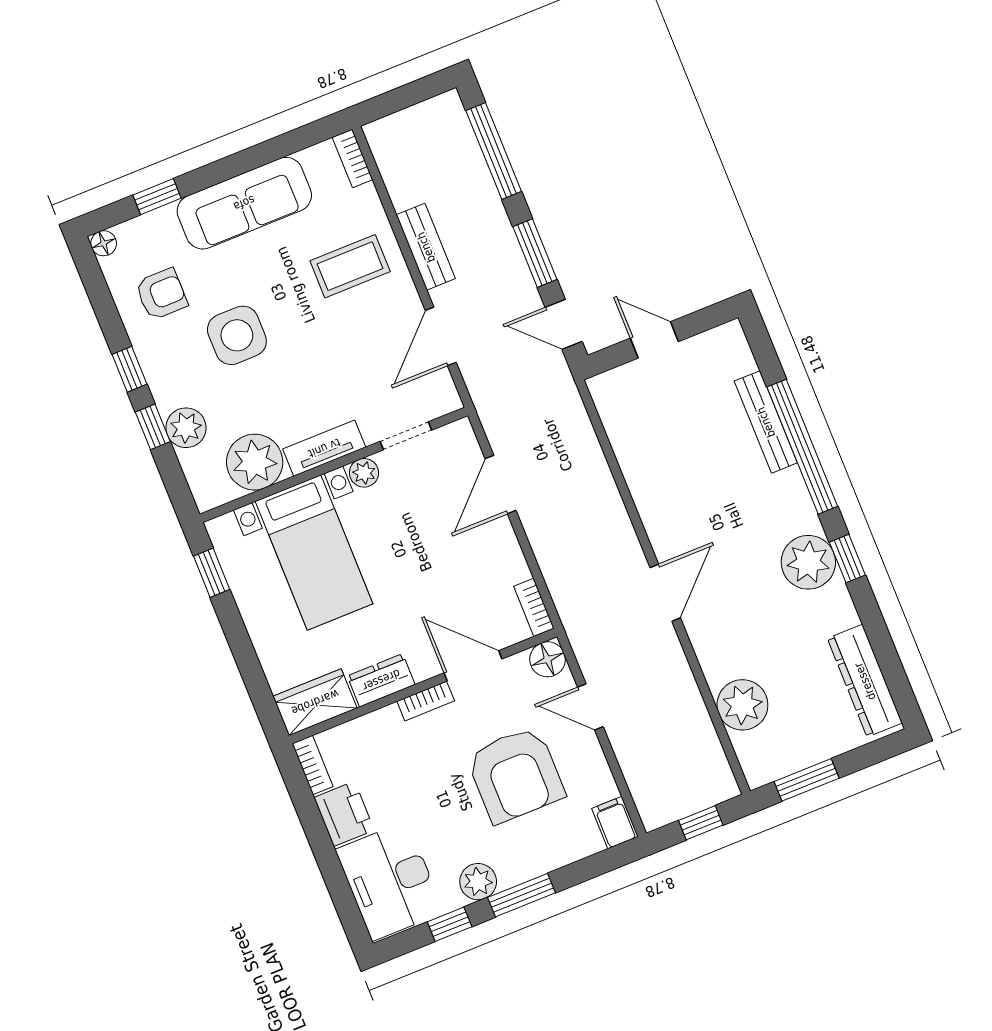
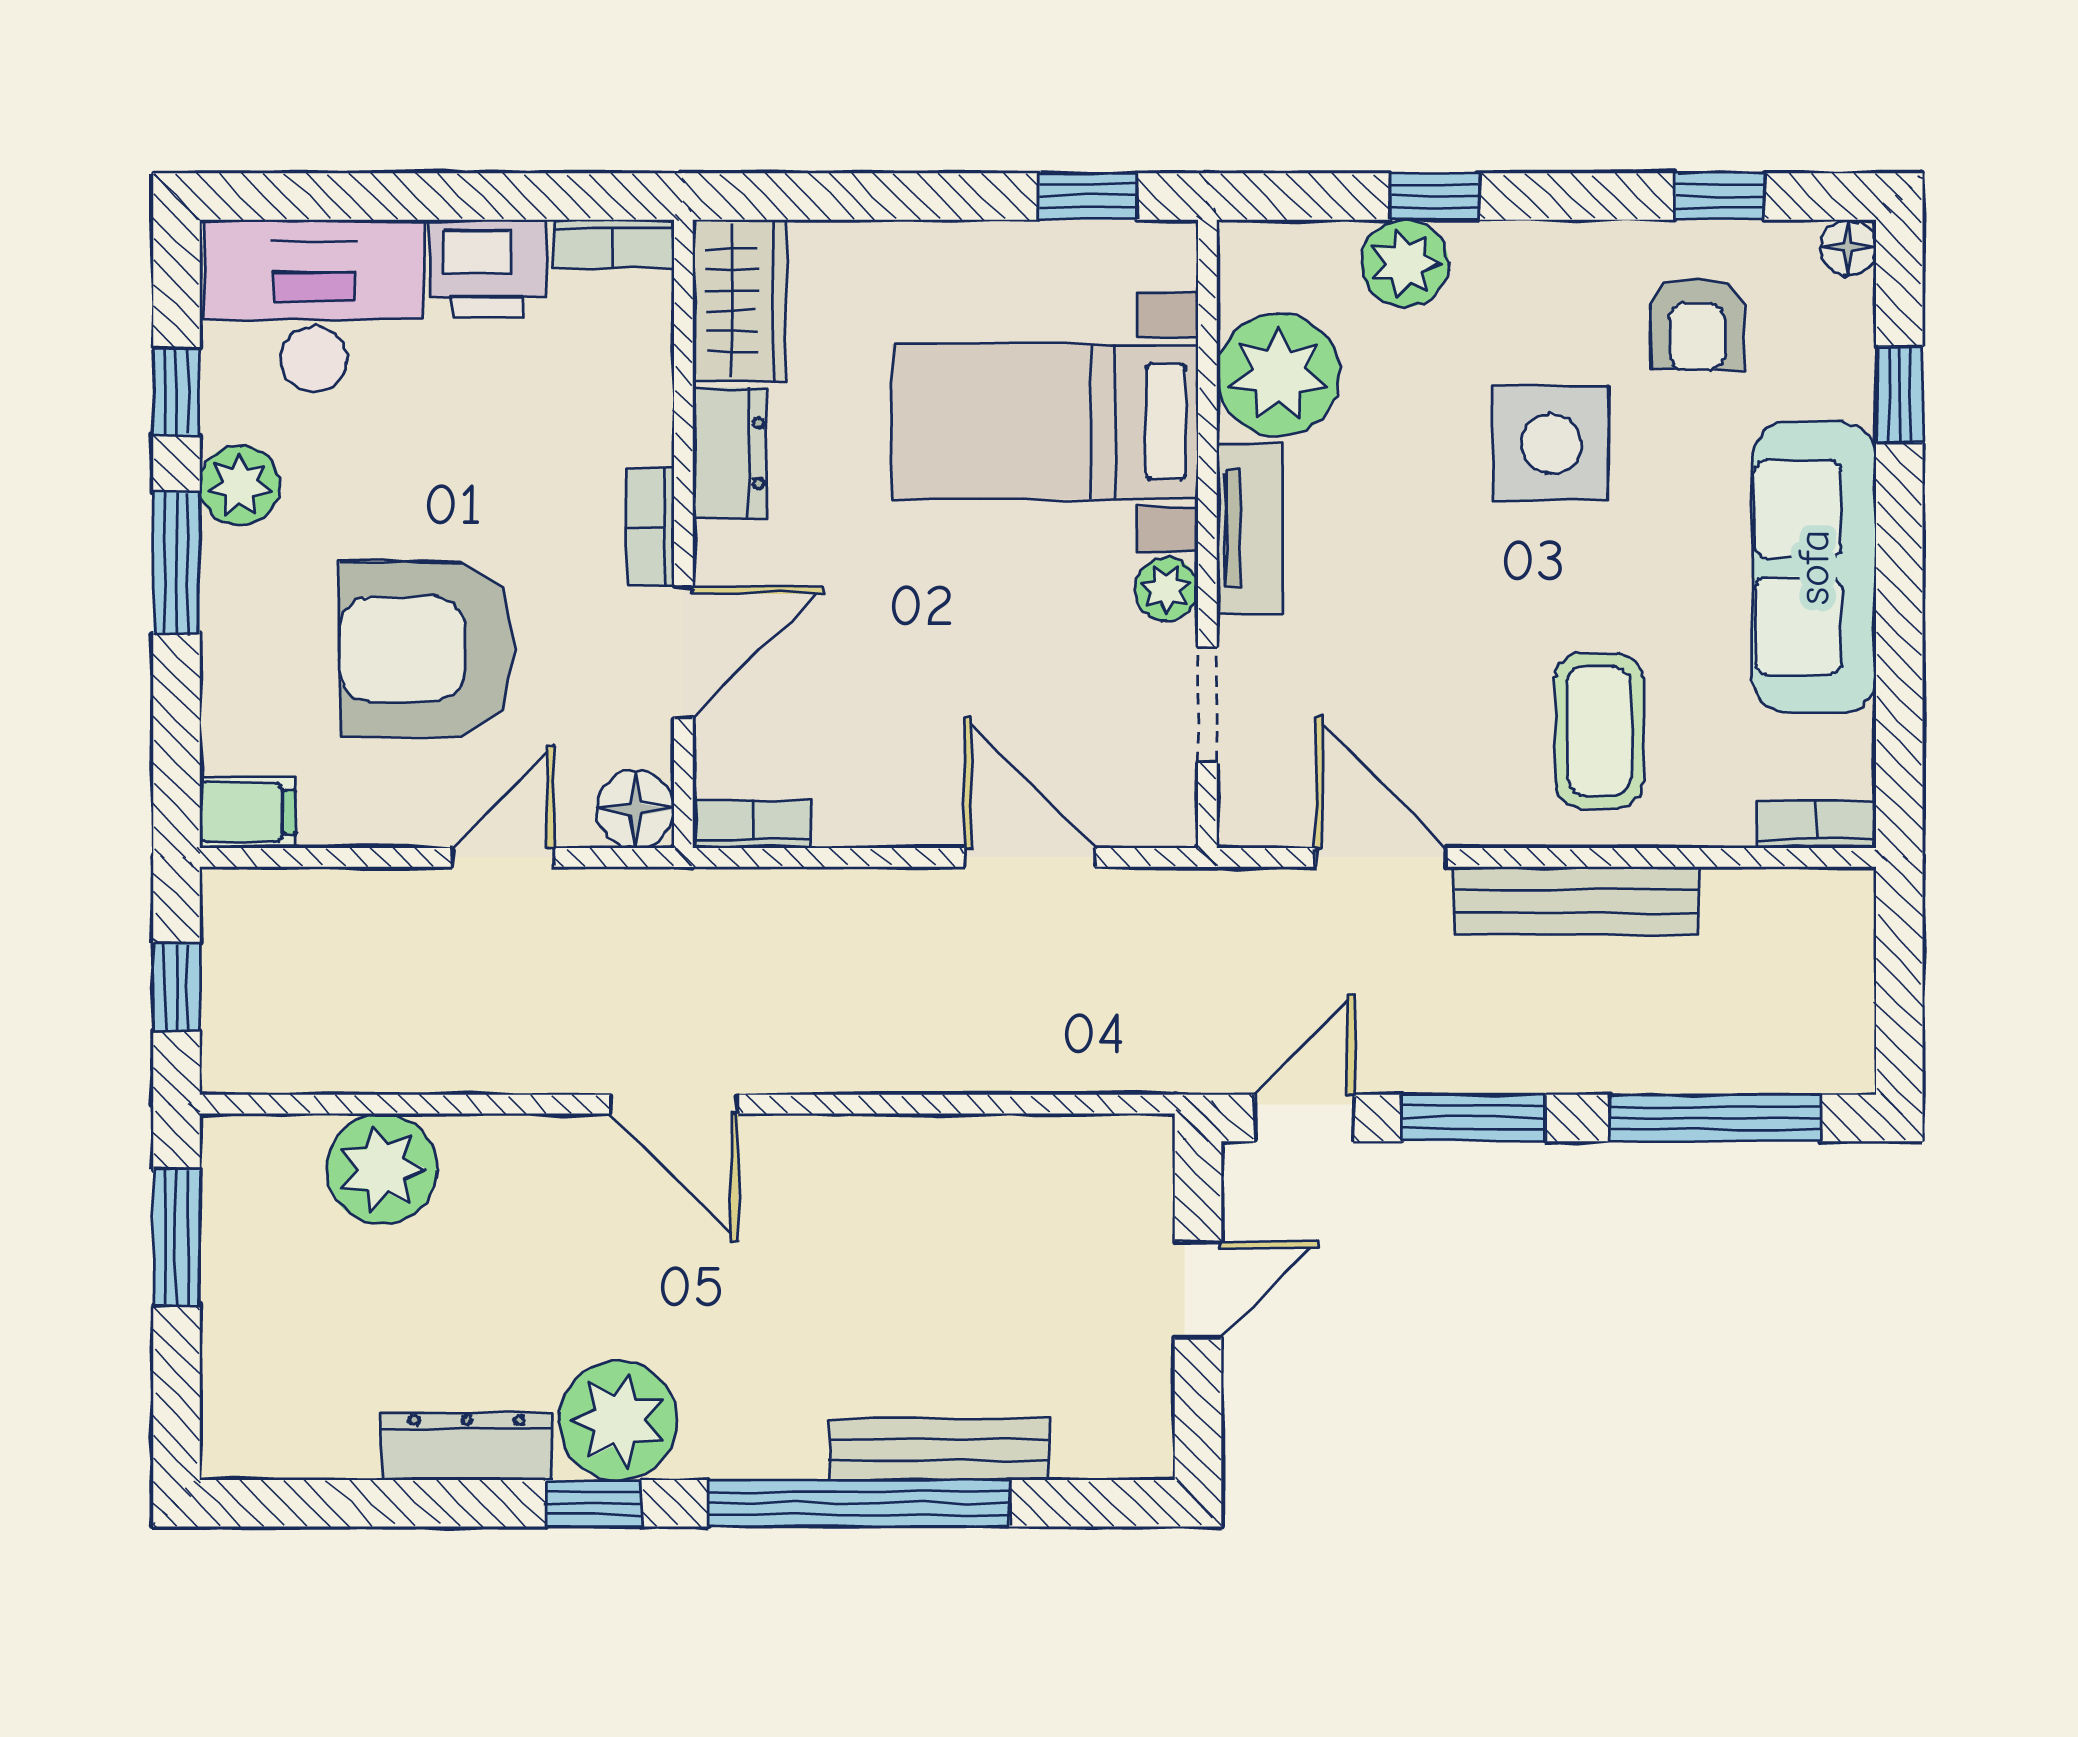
bench: (426, 247) -> (1576, 901), width x1.36
window: (129, 369) -> (1720, 196), moved
dresser: (865, 681) -> (467, 1446), moved, width x0.73, depth x0.80

